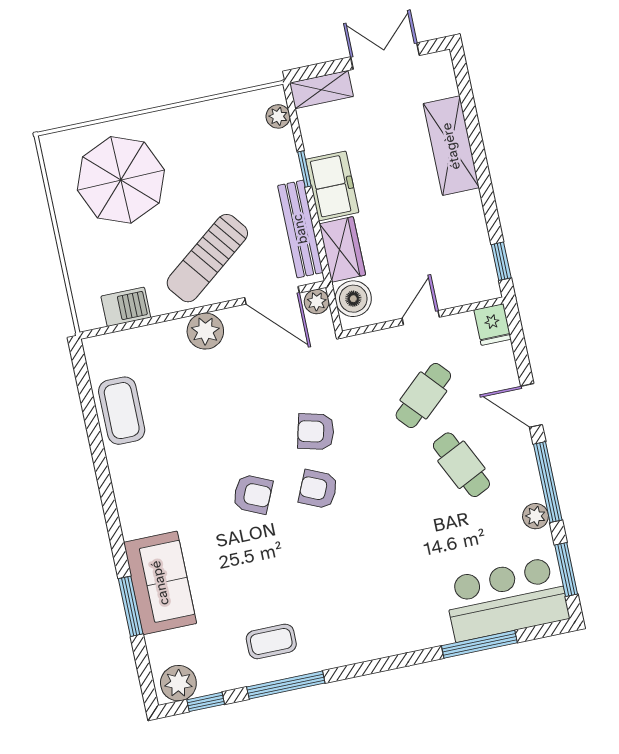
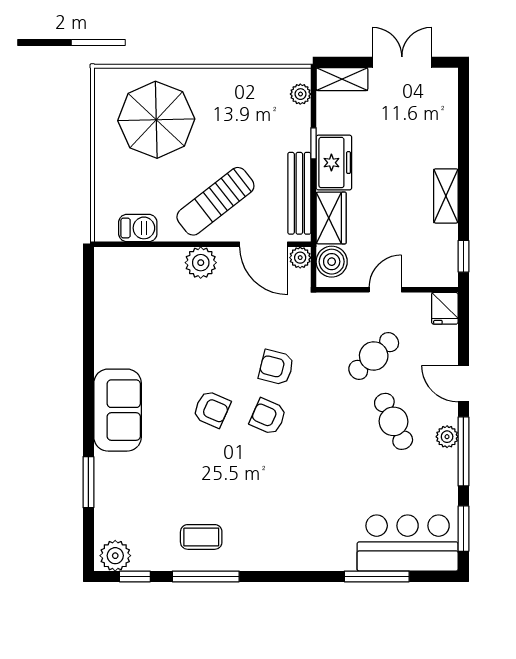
shelving: (451, 146) -> (446, 196), moved, width x0.67, depth x0.75
coffee table: (122, 411) -> (116, 315), removed
plant: (536, 516) -> (447, 437), moved
sofa: (160, 583) -> (118, 410), moved

